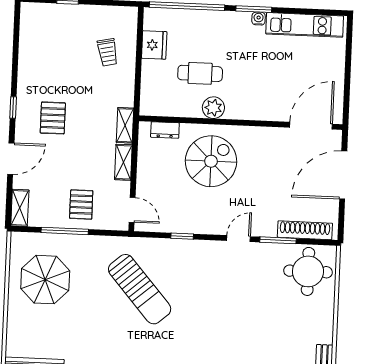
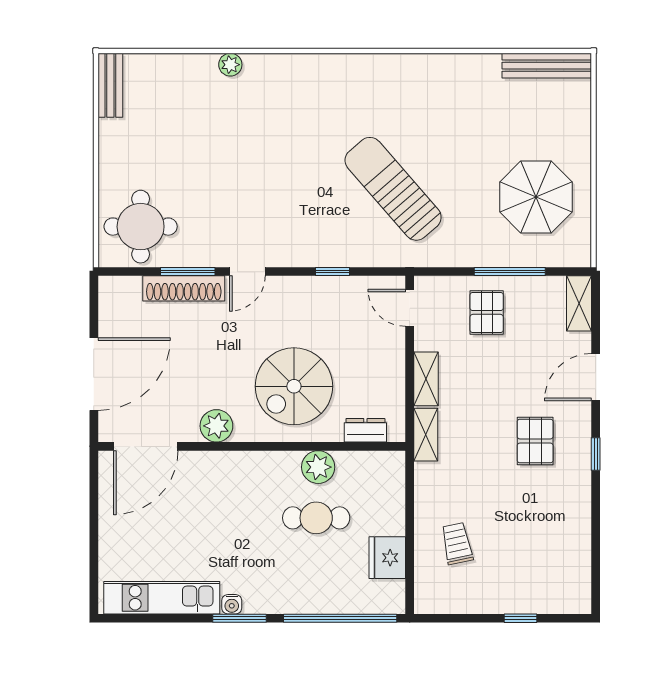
plant: (213, 108) -> (318, 467), moved
plant: (263, 137) -> (216, 426), added
shoe rack: (305, 230) -> (184, 288), moved

